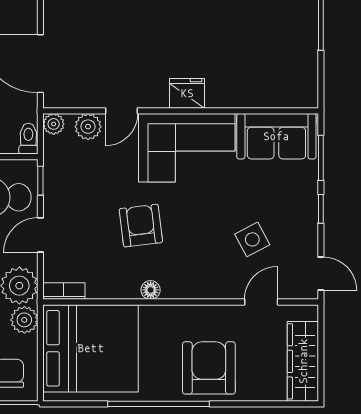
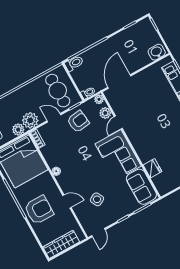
fridge: (187, 93) -> (152, 168), moved
door: (121, 111) -> (118, 122), hinge flipped
armchair: (141, 226) -> (78, 121), moved
door: (261, 302) -> (67, 201), moved

